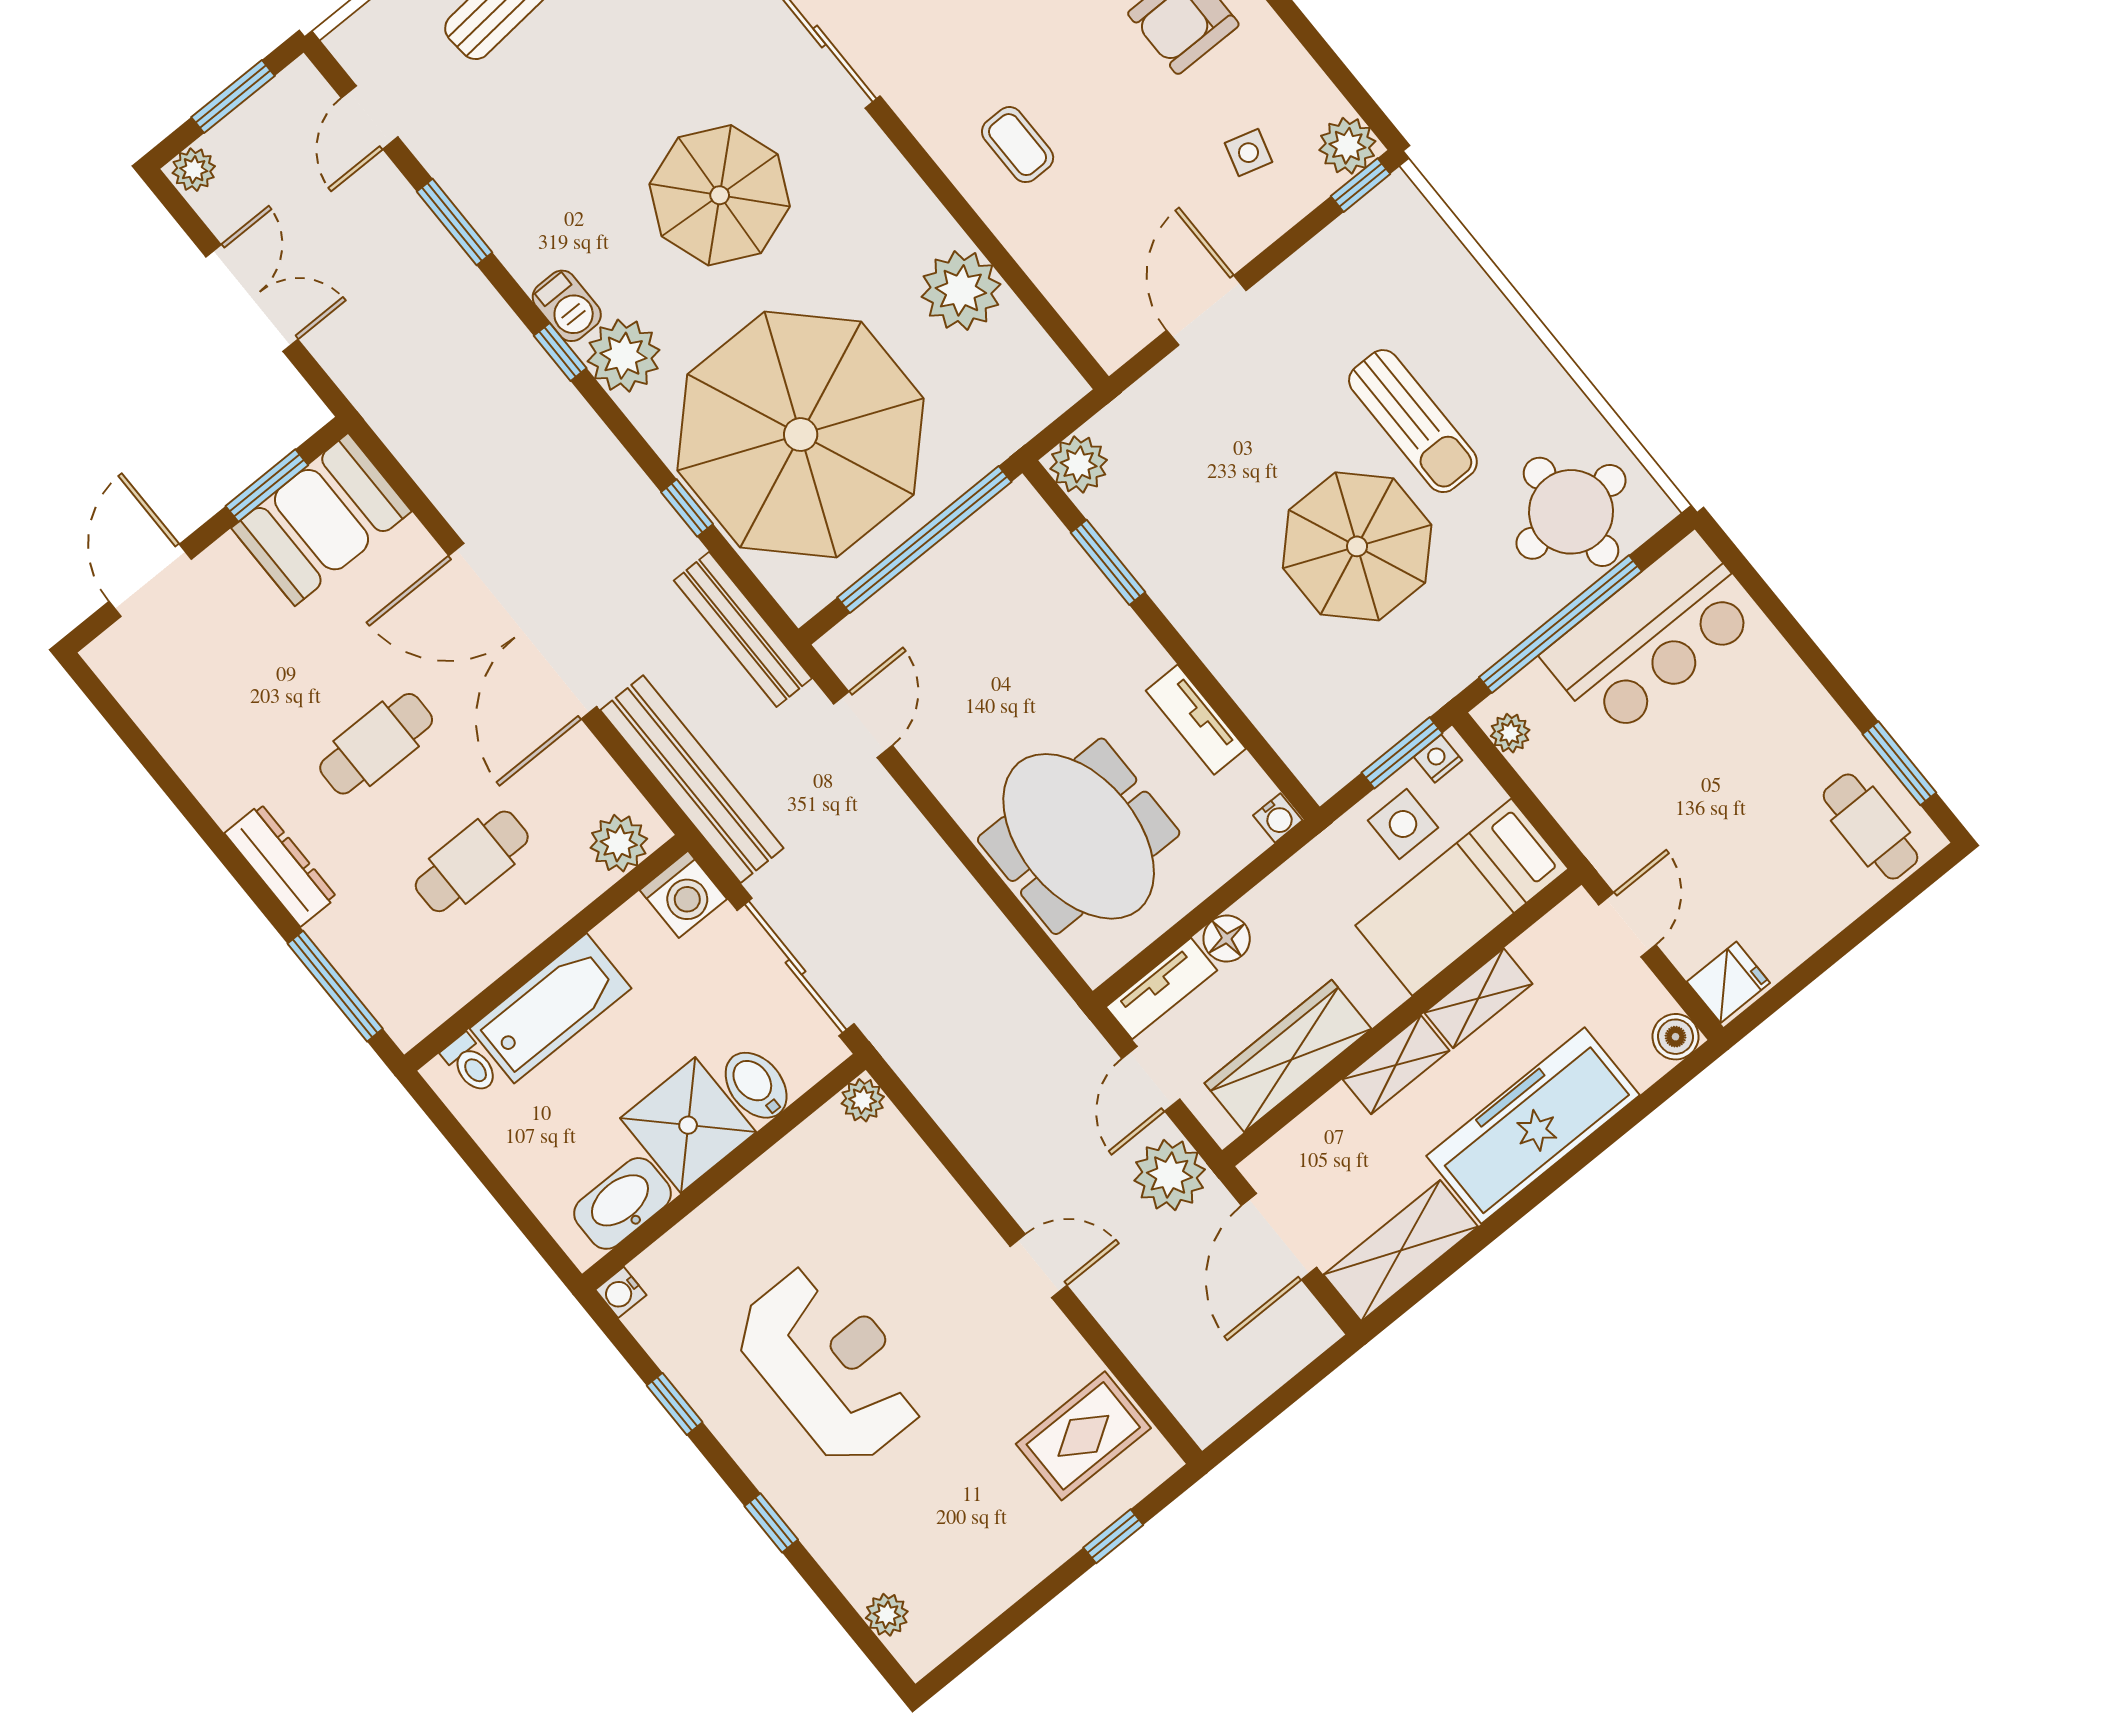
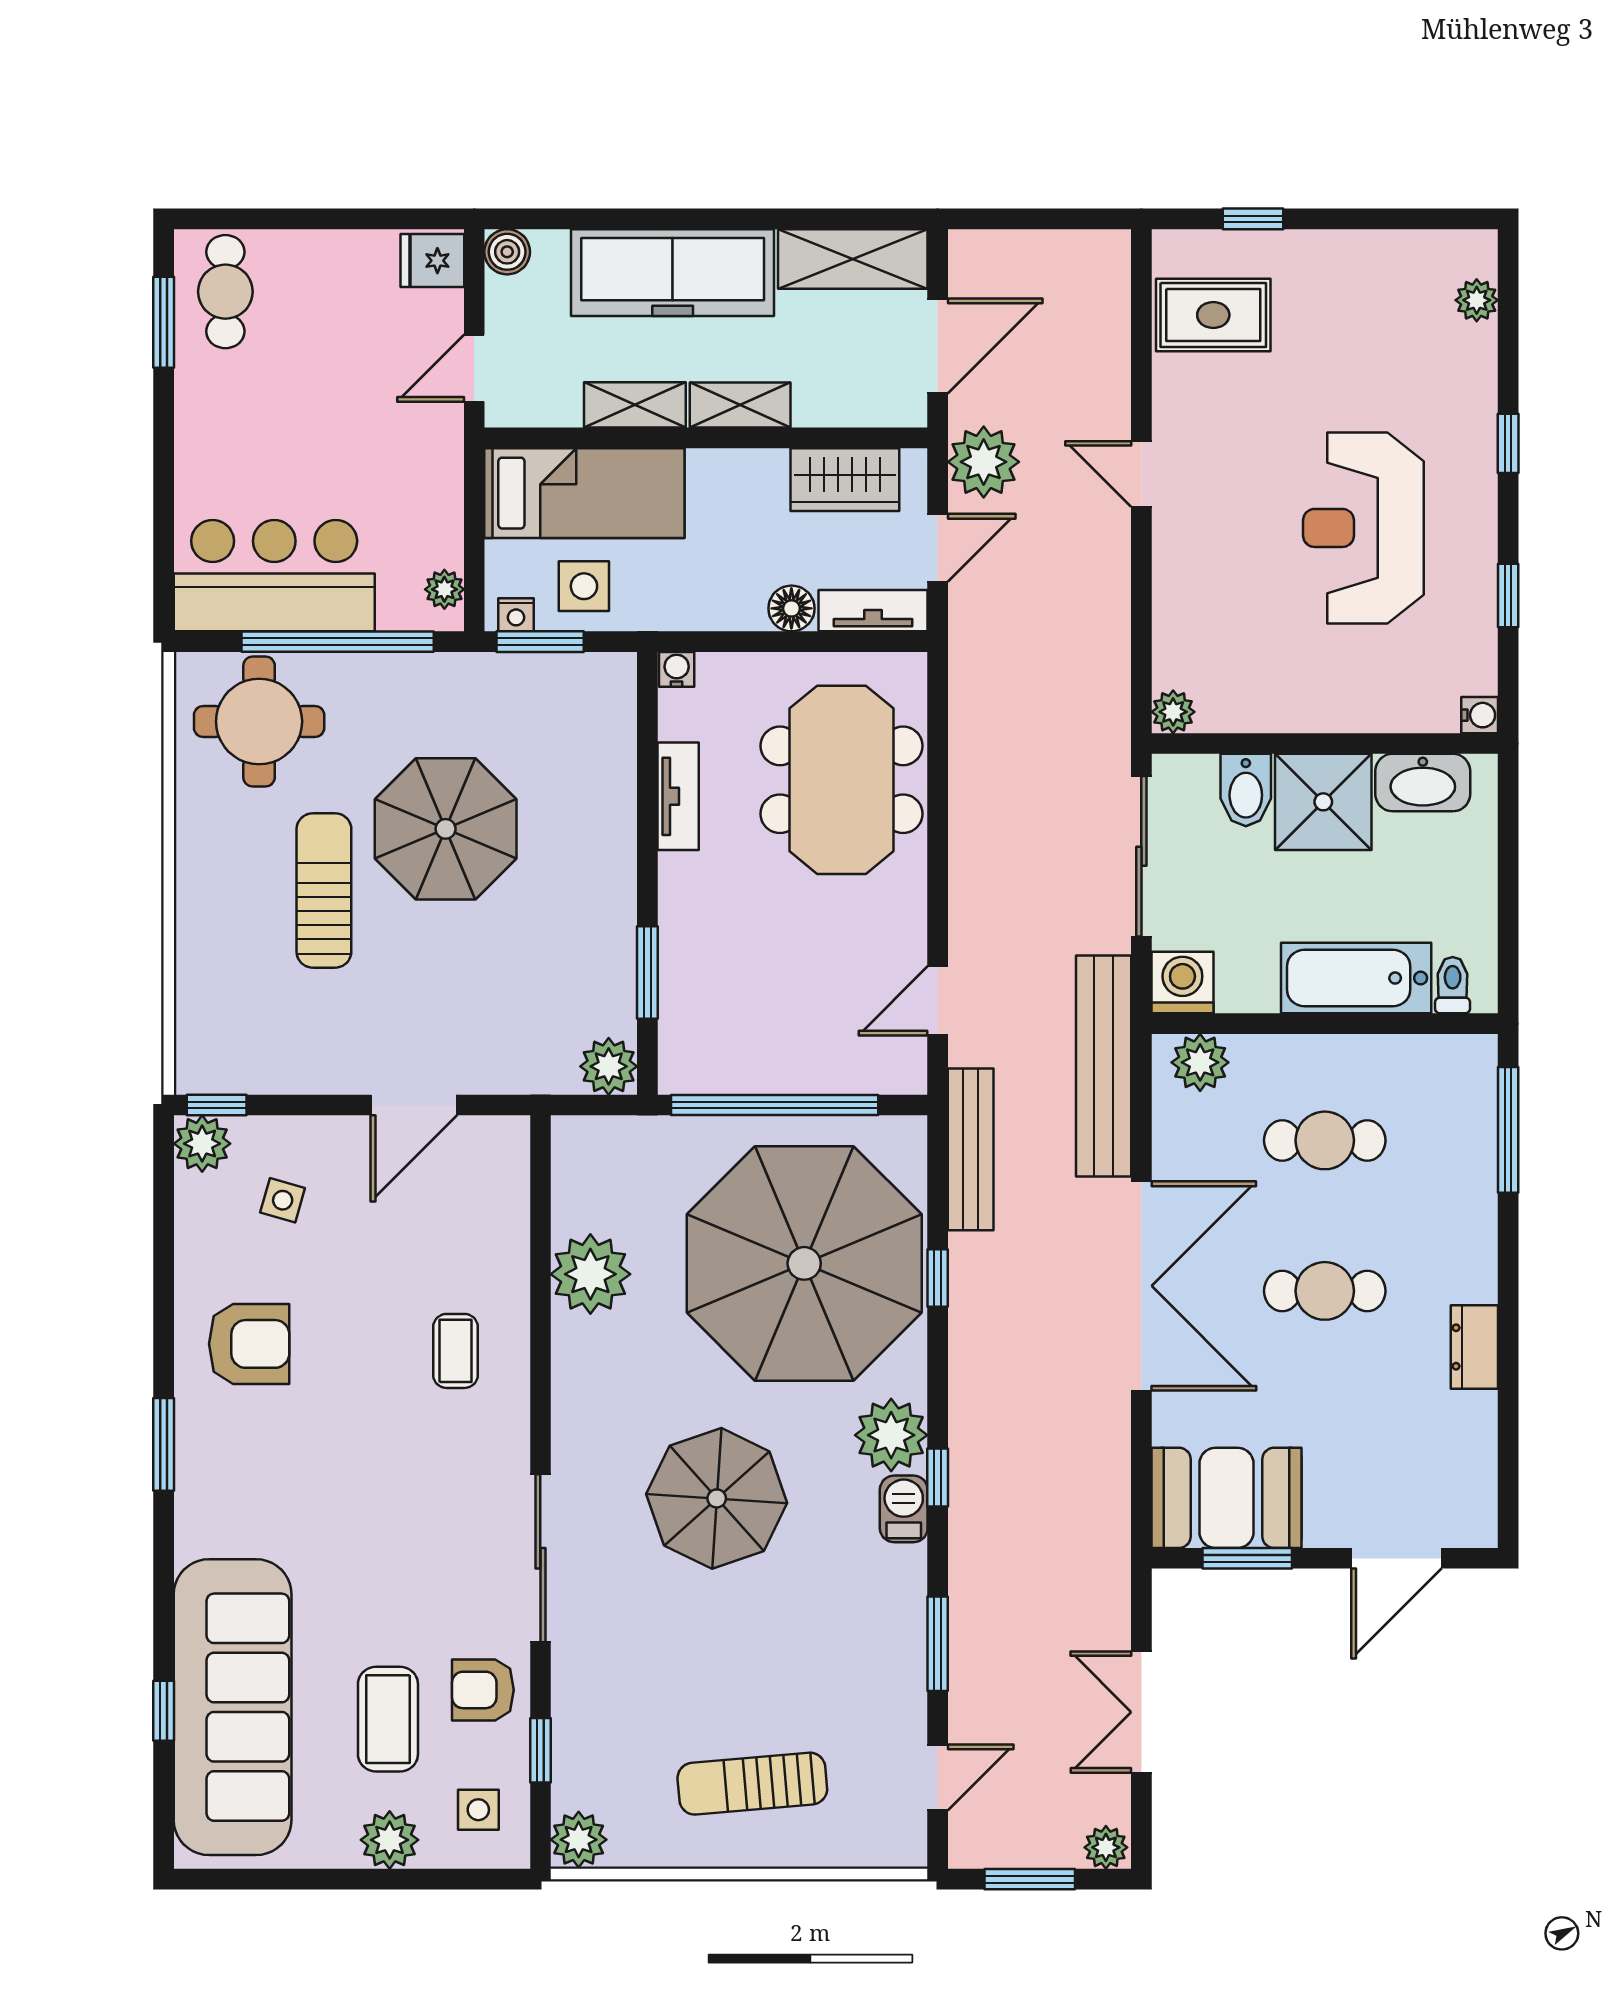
dresser: (281, 865) -> (1474, 1347), moved, width x0.70
wardrobe: (1288, 1056) -> (845, 480), width x0.67

